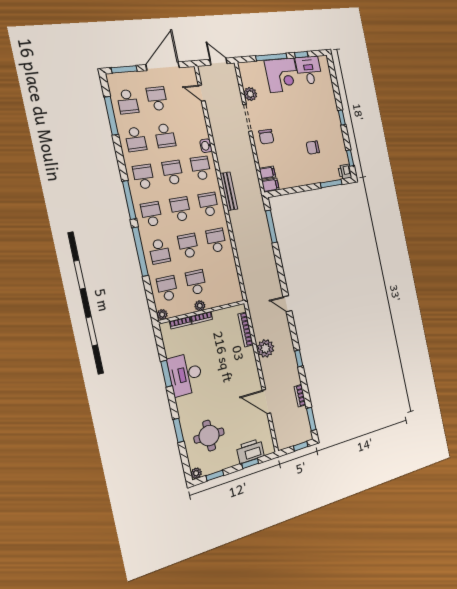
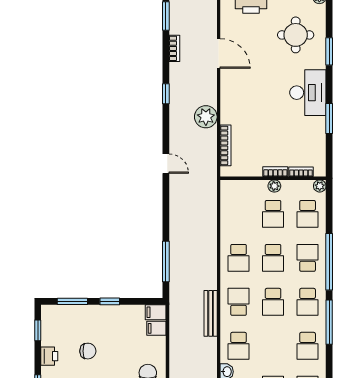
school desk: (173, 172) -> (273, 346), removed
printer: (345, 172) -> (49, 356), moved
window: (305, 188) -> (110, 301), added
school desk: (209, 204) -> (239, 302), turned 180
desk: (185, 374) -> (308, 93), moved

